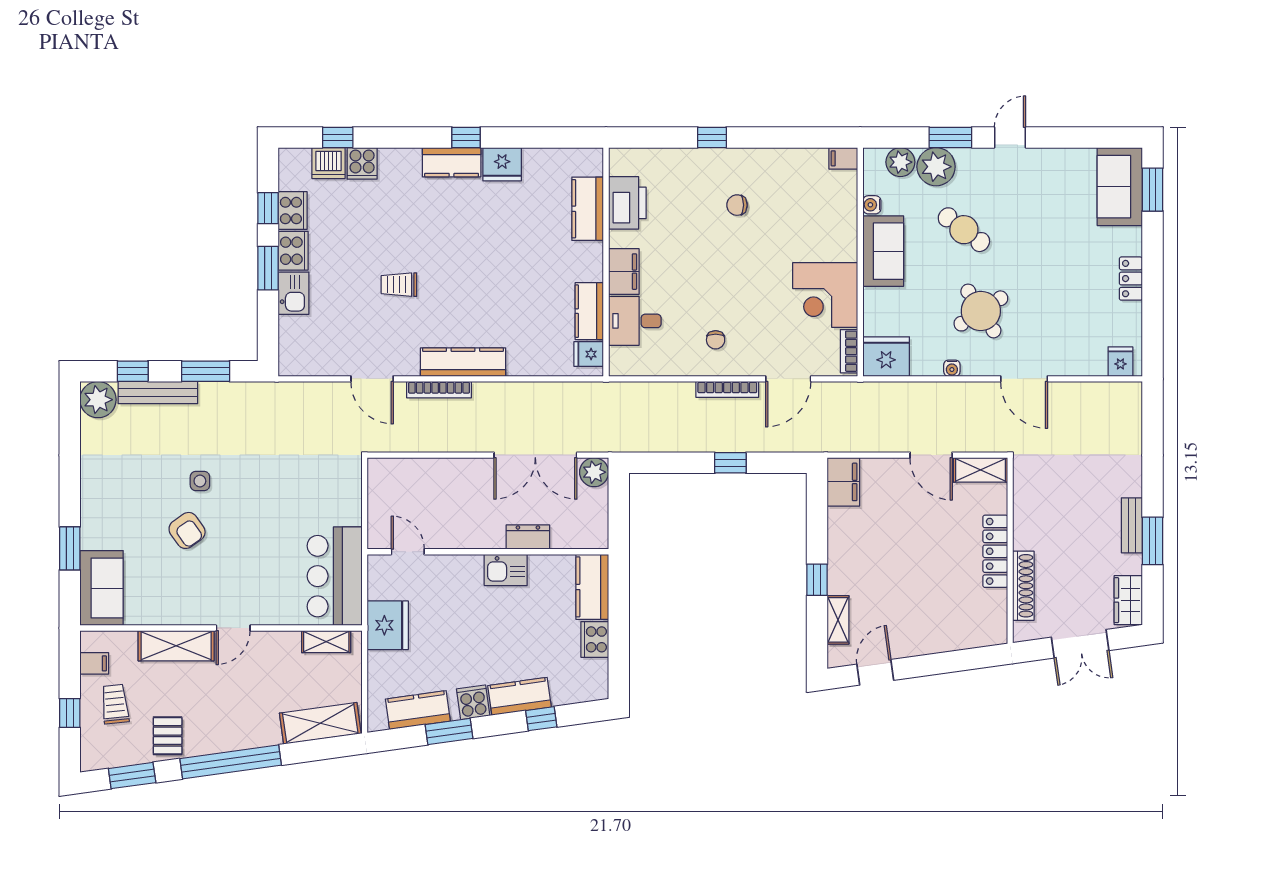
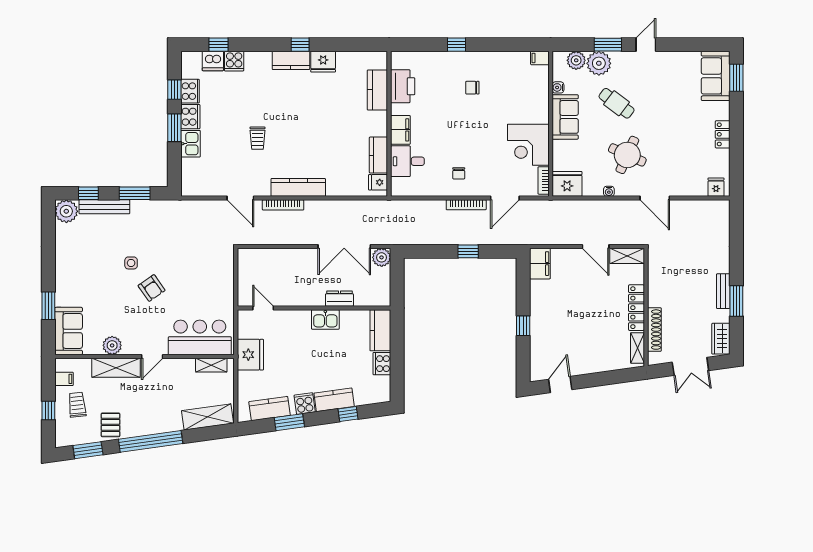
trolley: (399, 285) -> (258, 138), turned -90
round table: (981, 311) -> (627, 155), turned -33
armchair: (187, 530) -> (152, 288), moved
bar counter: (335, 576) -> (200, 337), moved, turned 90
plant: (170, 611) -> (112, 345), added
shelving: (838, 620) -> (637, 348), moved

